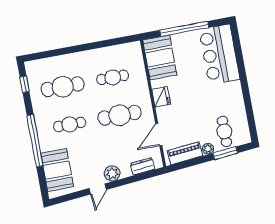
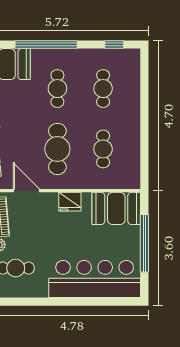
bar counter: (219, 54) -> (95, 279), width x1.36
cafe table: (63, 87) -> (103, 89), width x0.73, depth x0.74

